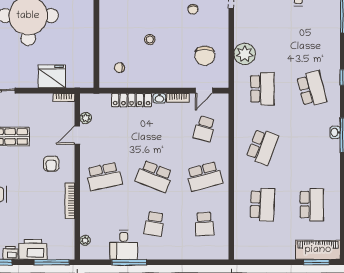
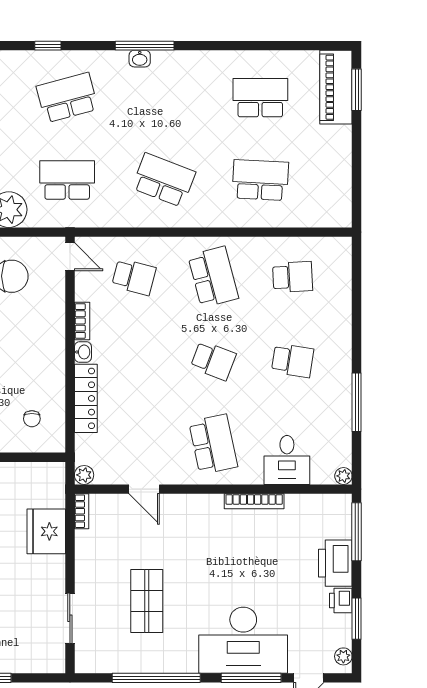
door: (204, 91) -> (70, 257), moved
plant: (86, 118) -> (84, 475), moved
armchair: (51, 164) -> (192, 533), removed
school desk: (154, 176) -> (213, 361), width x0.54
plant: (85, 240) -> (343, 476), moved
desk: (124, 245) -> (287, 460), moved, turned 90

